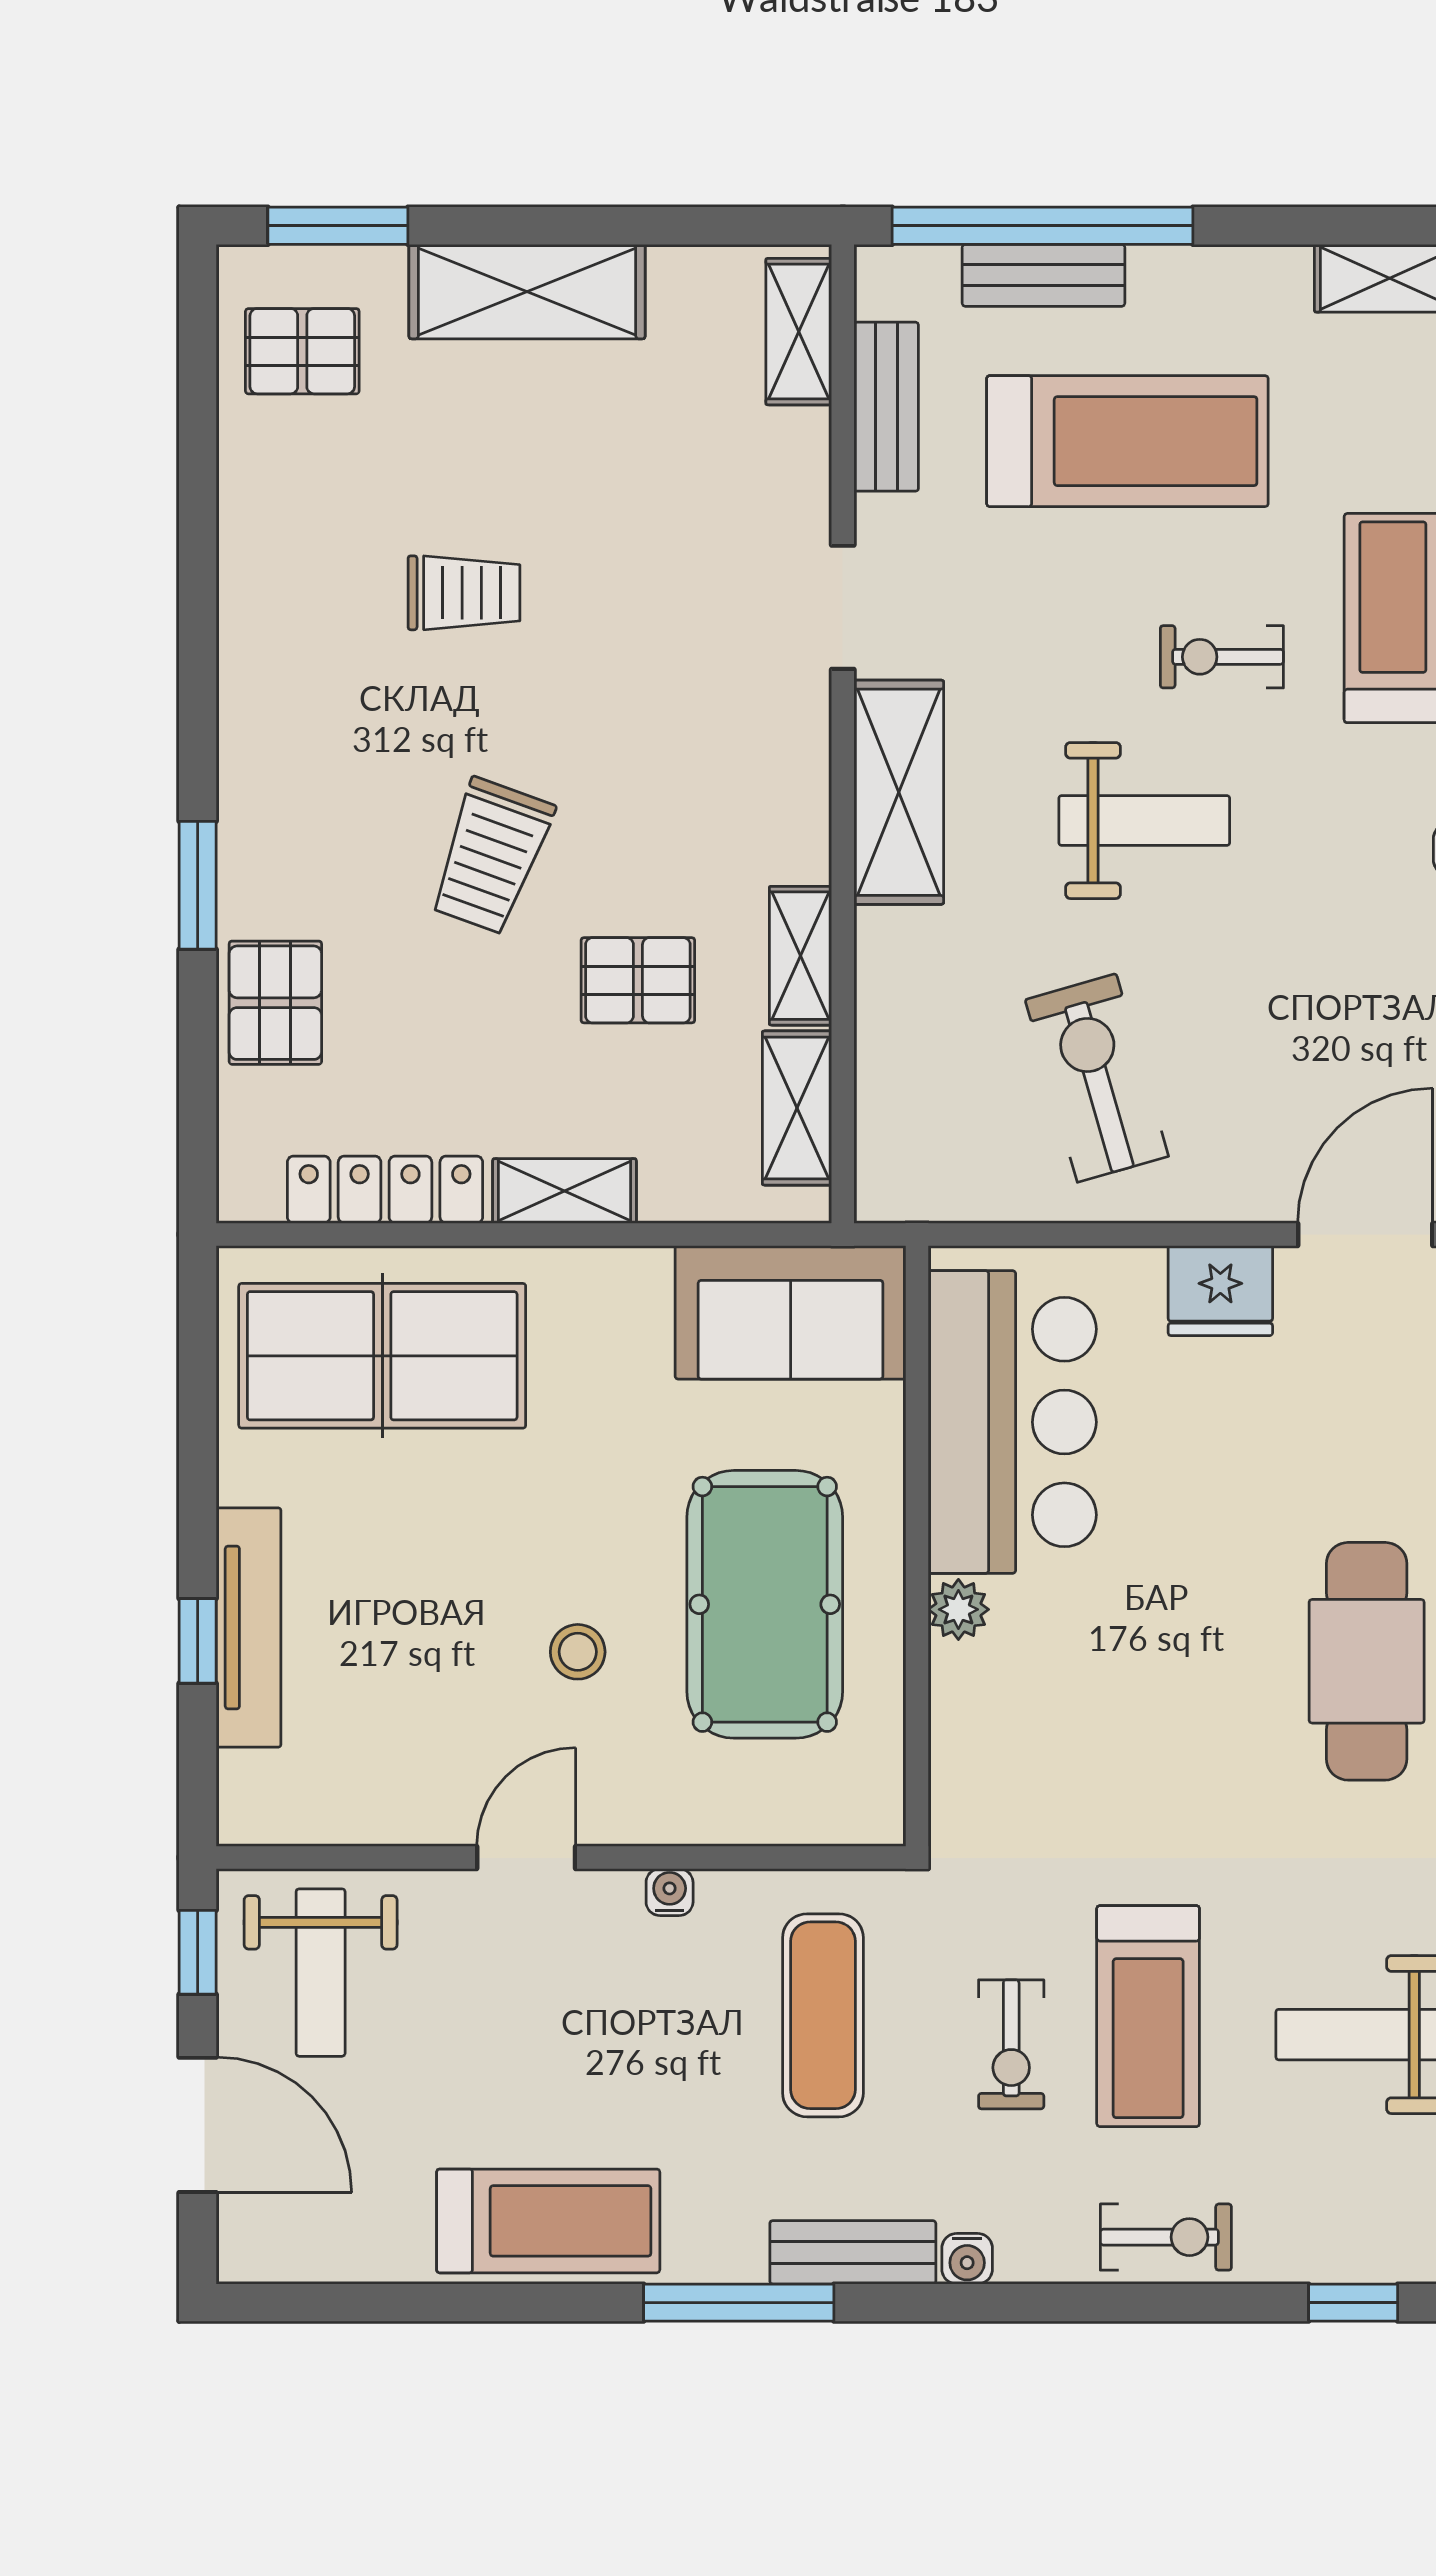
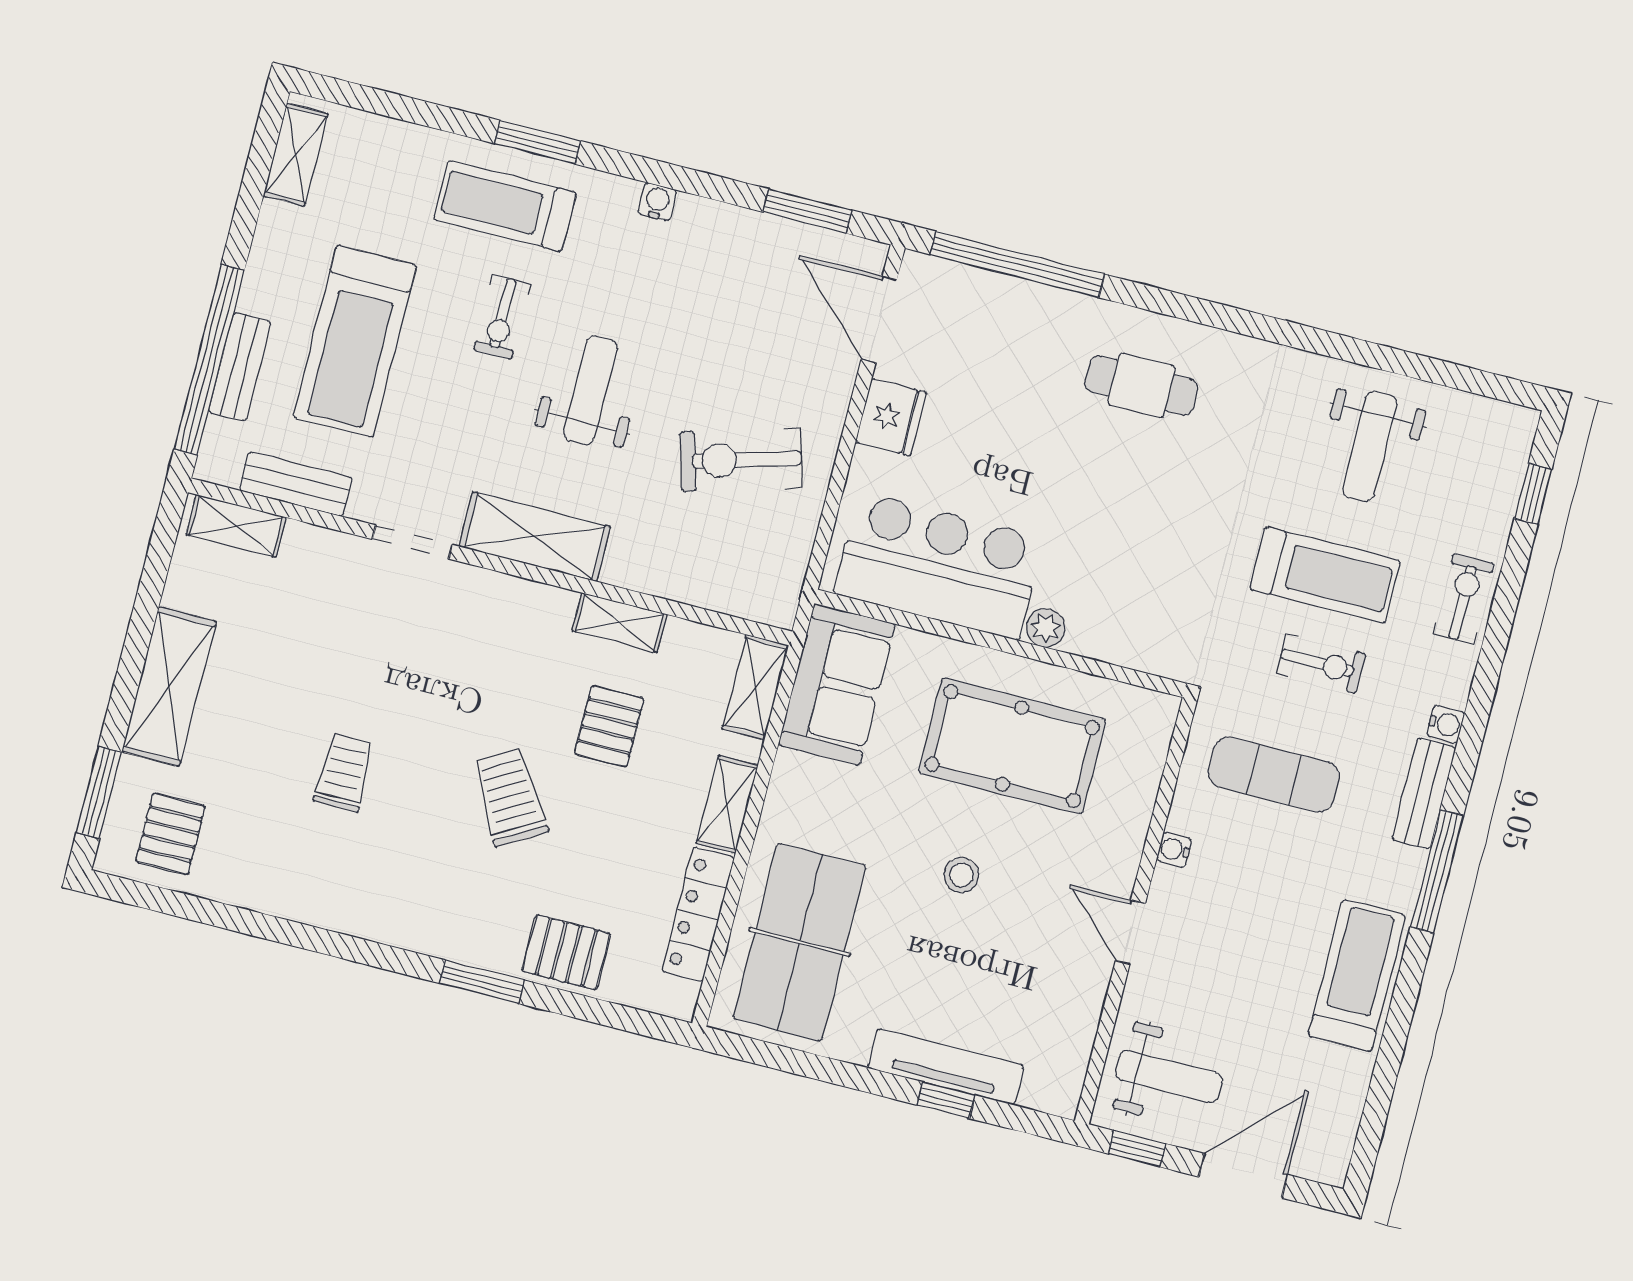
treadmill: (1127, 441) -> (355, 341), turned 180
trolley: (491, 856) -> (510, 797), turned -140
shelving: (797, 1108) -> (755, 687), moved, turned 90
stool: (578, 1652) -> (961, 875), moved
cafe table: (1367, 1661) -> (1141, 385), width x0.73, depth x0.74

